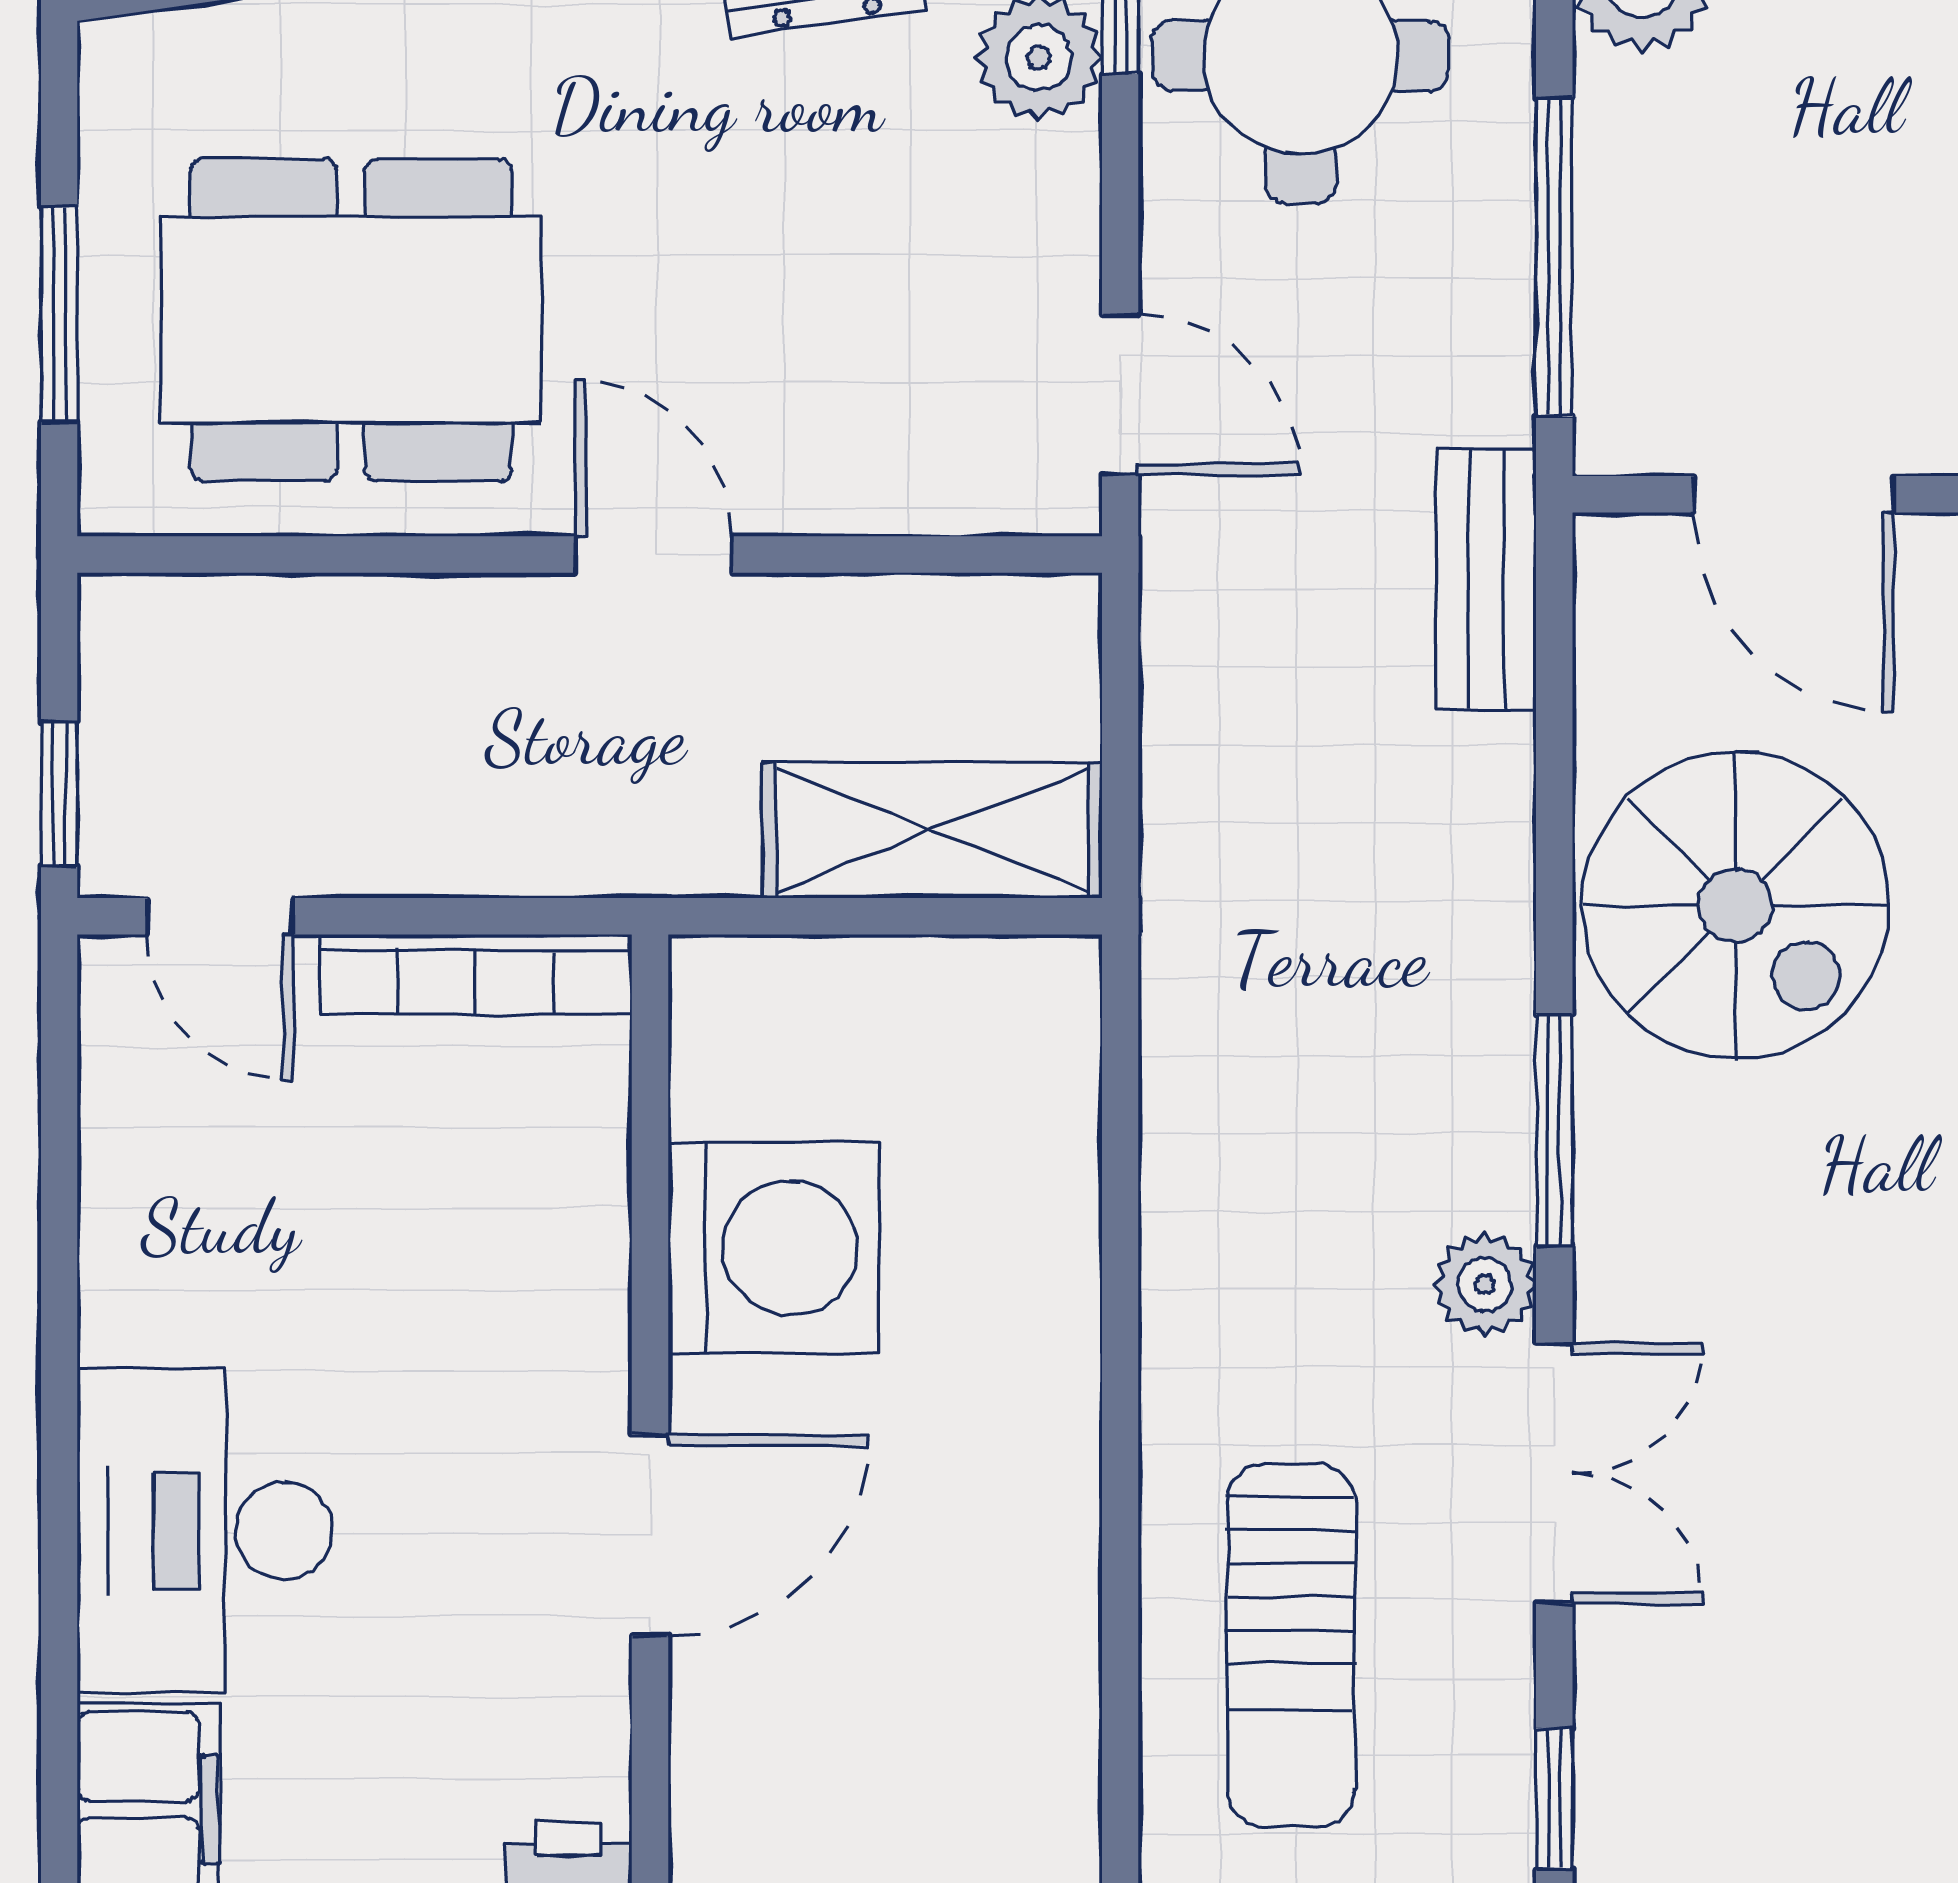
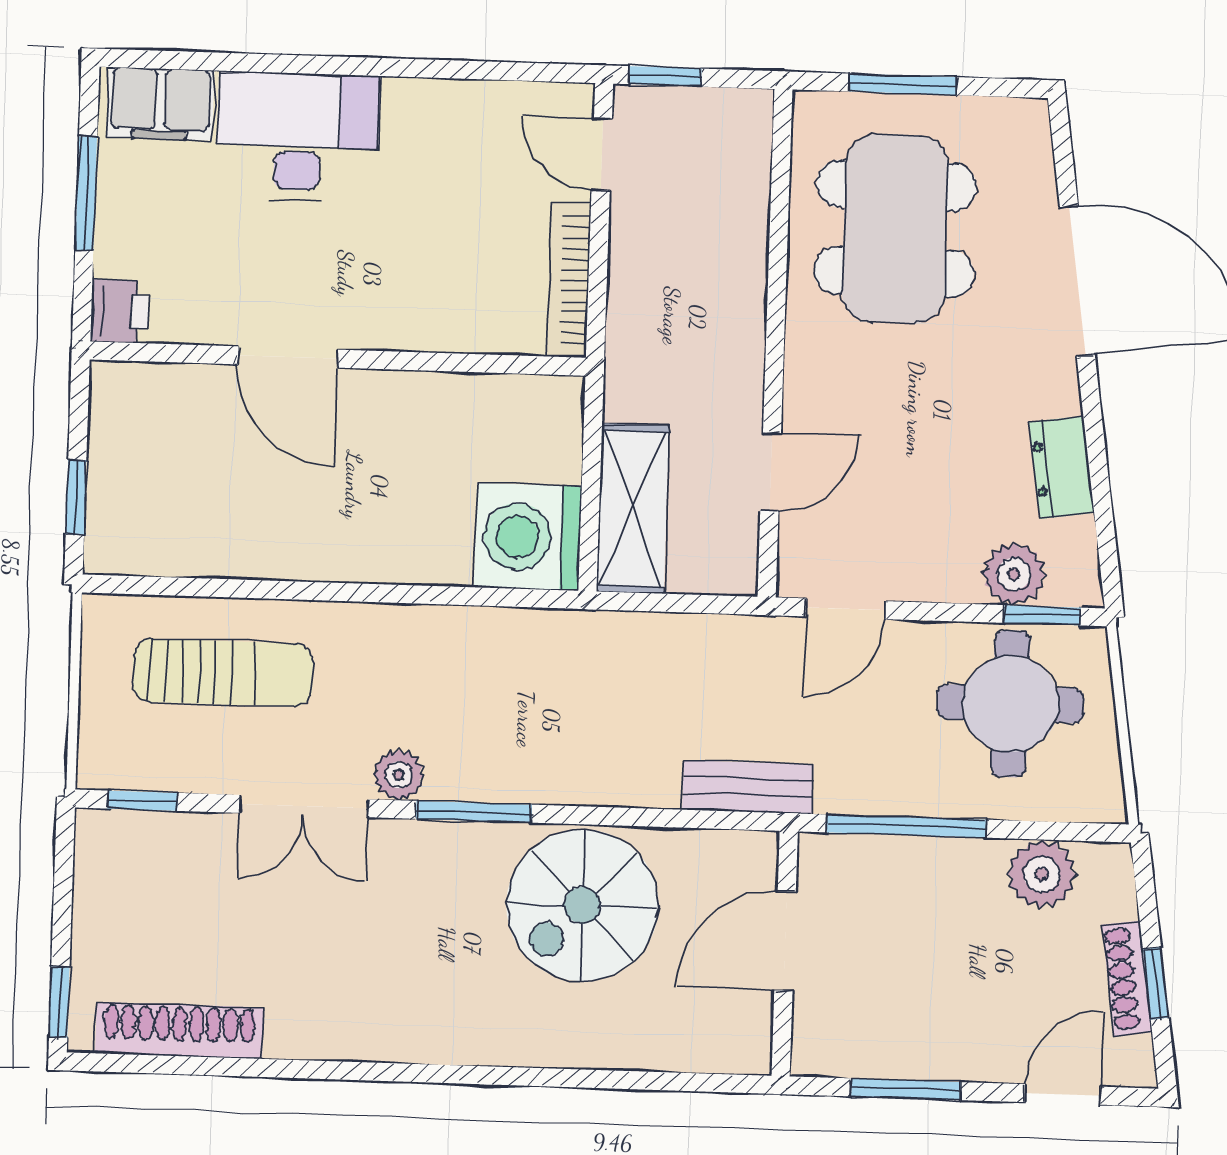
door: (653, 555) -> (771, 472), moved
door: (220, 916) -> (602, 154), hinge flipped
washing machine: (774, 1248) -> (528, 537), moved, turned 90
sun lounger: (1291, 1646) -> (223, 673), turned 180

